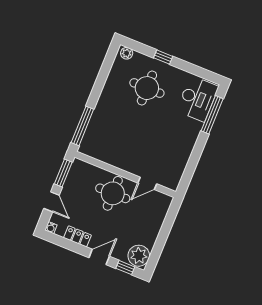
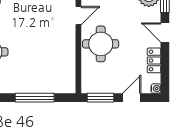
window: (82, 126) -> (35, 98), moved
door: (147, 183) -> (78, 16), hinge flipped

